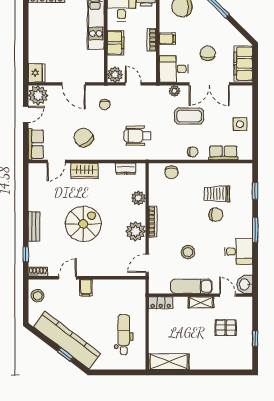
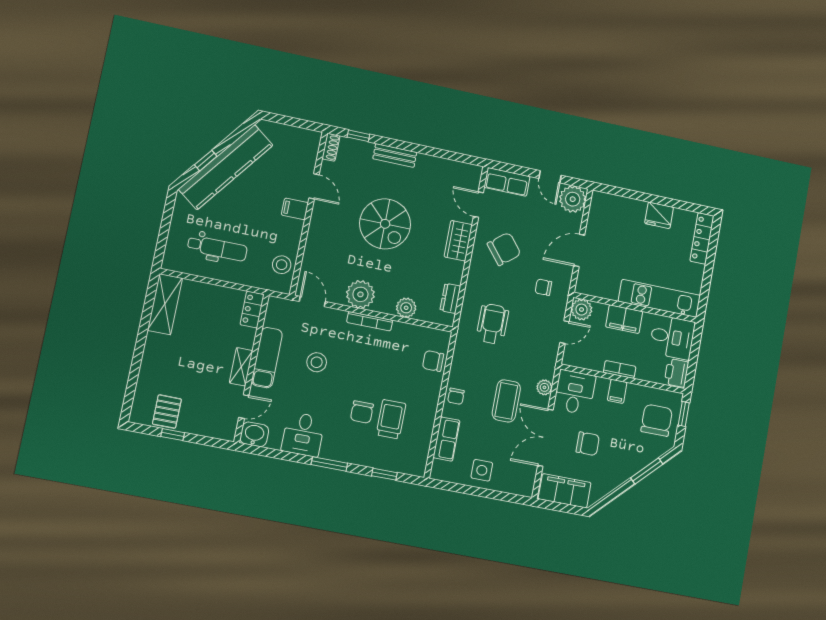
fridge: (37, 73) -> (659, 215), moved
stool: (38, 296) -> (282, 265), moved
pallet: (226, 328) -> (167, 412), moved

